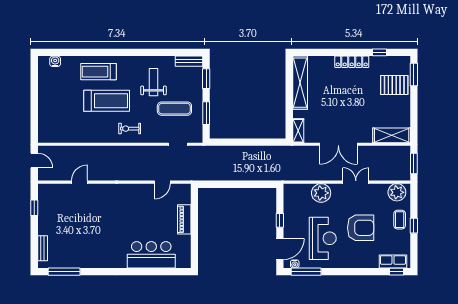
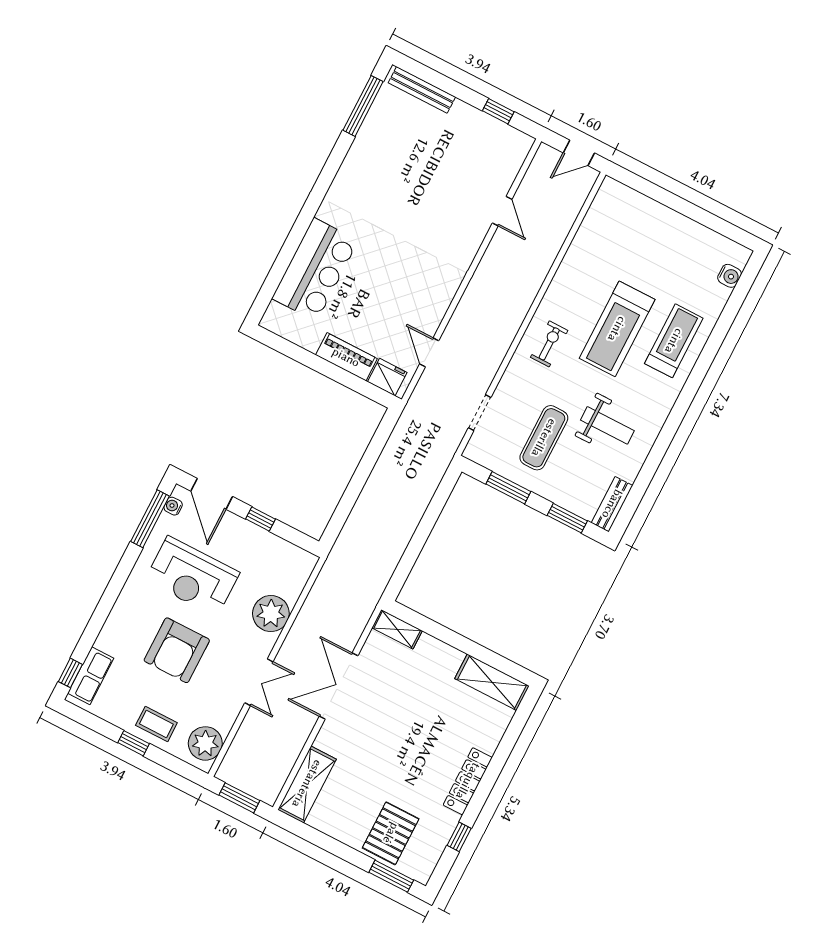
shelving: (300, 83) -> (492, 682), width x0.68
fridge: (184, 196) -> (387, 377), added
bench: (43, 248) -> (422, 90), width x1.36

